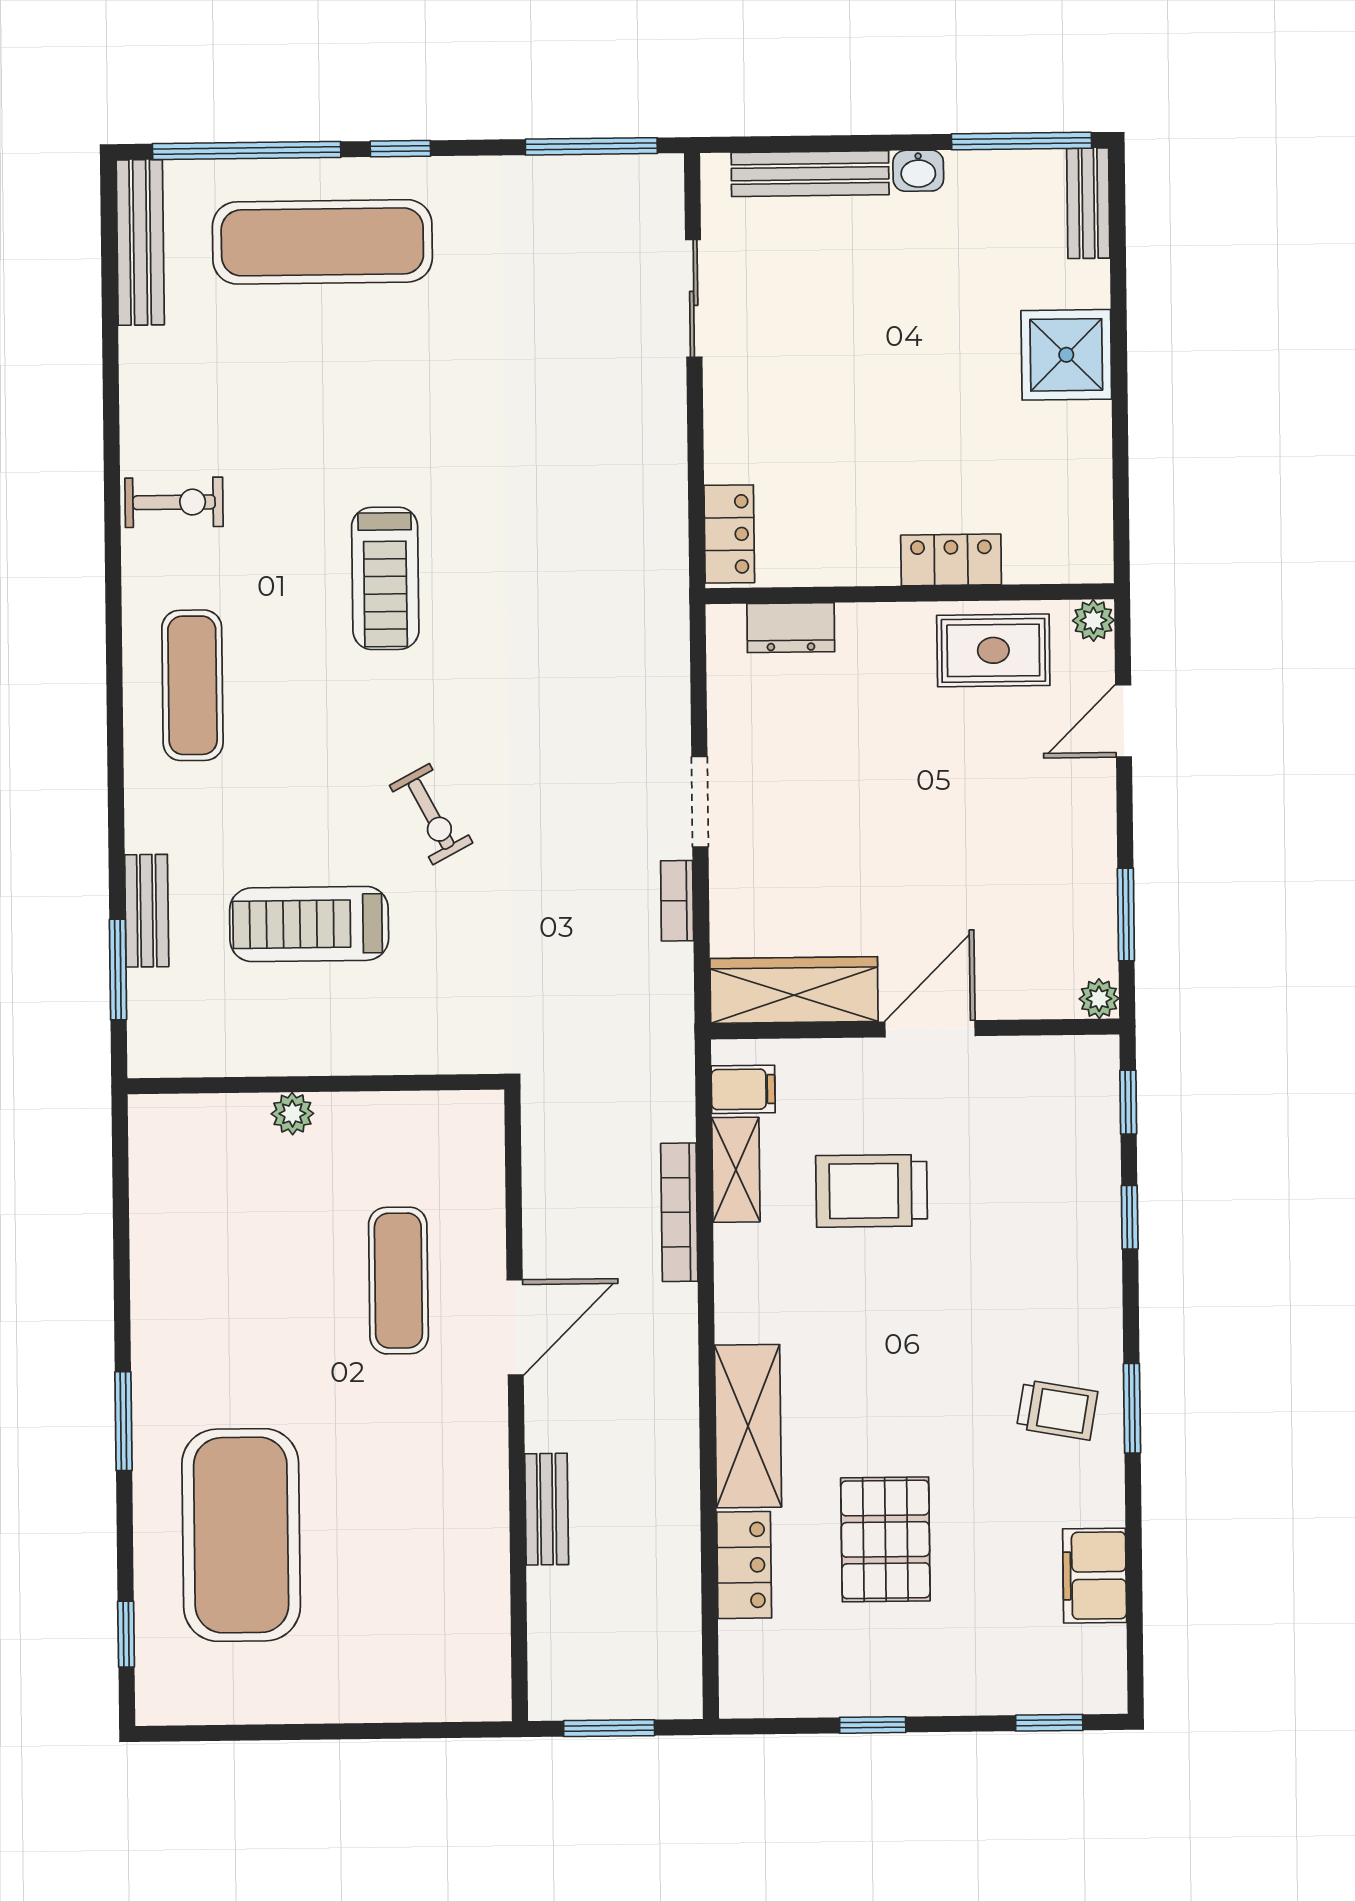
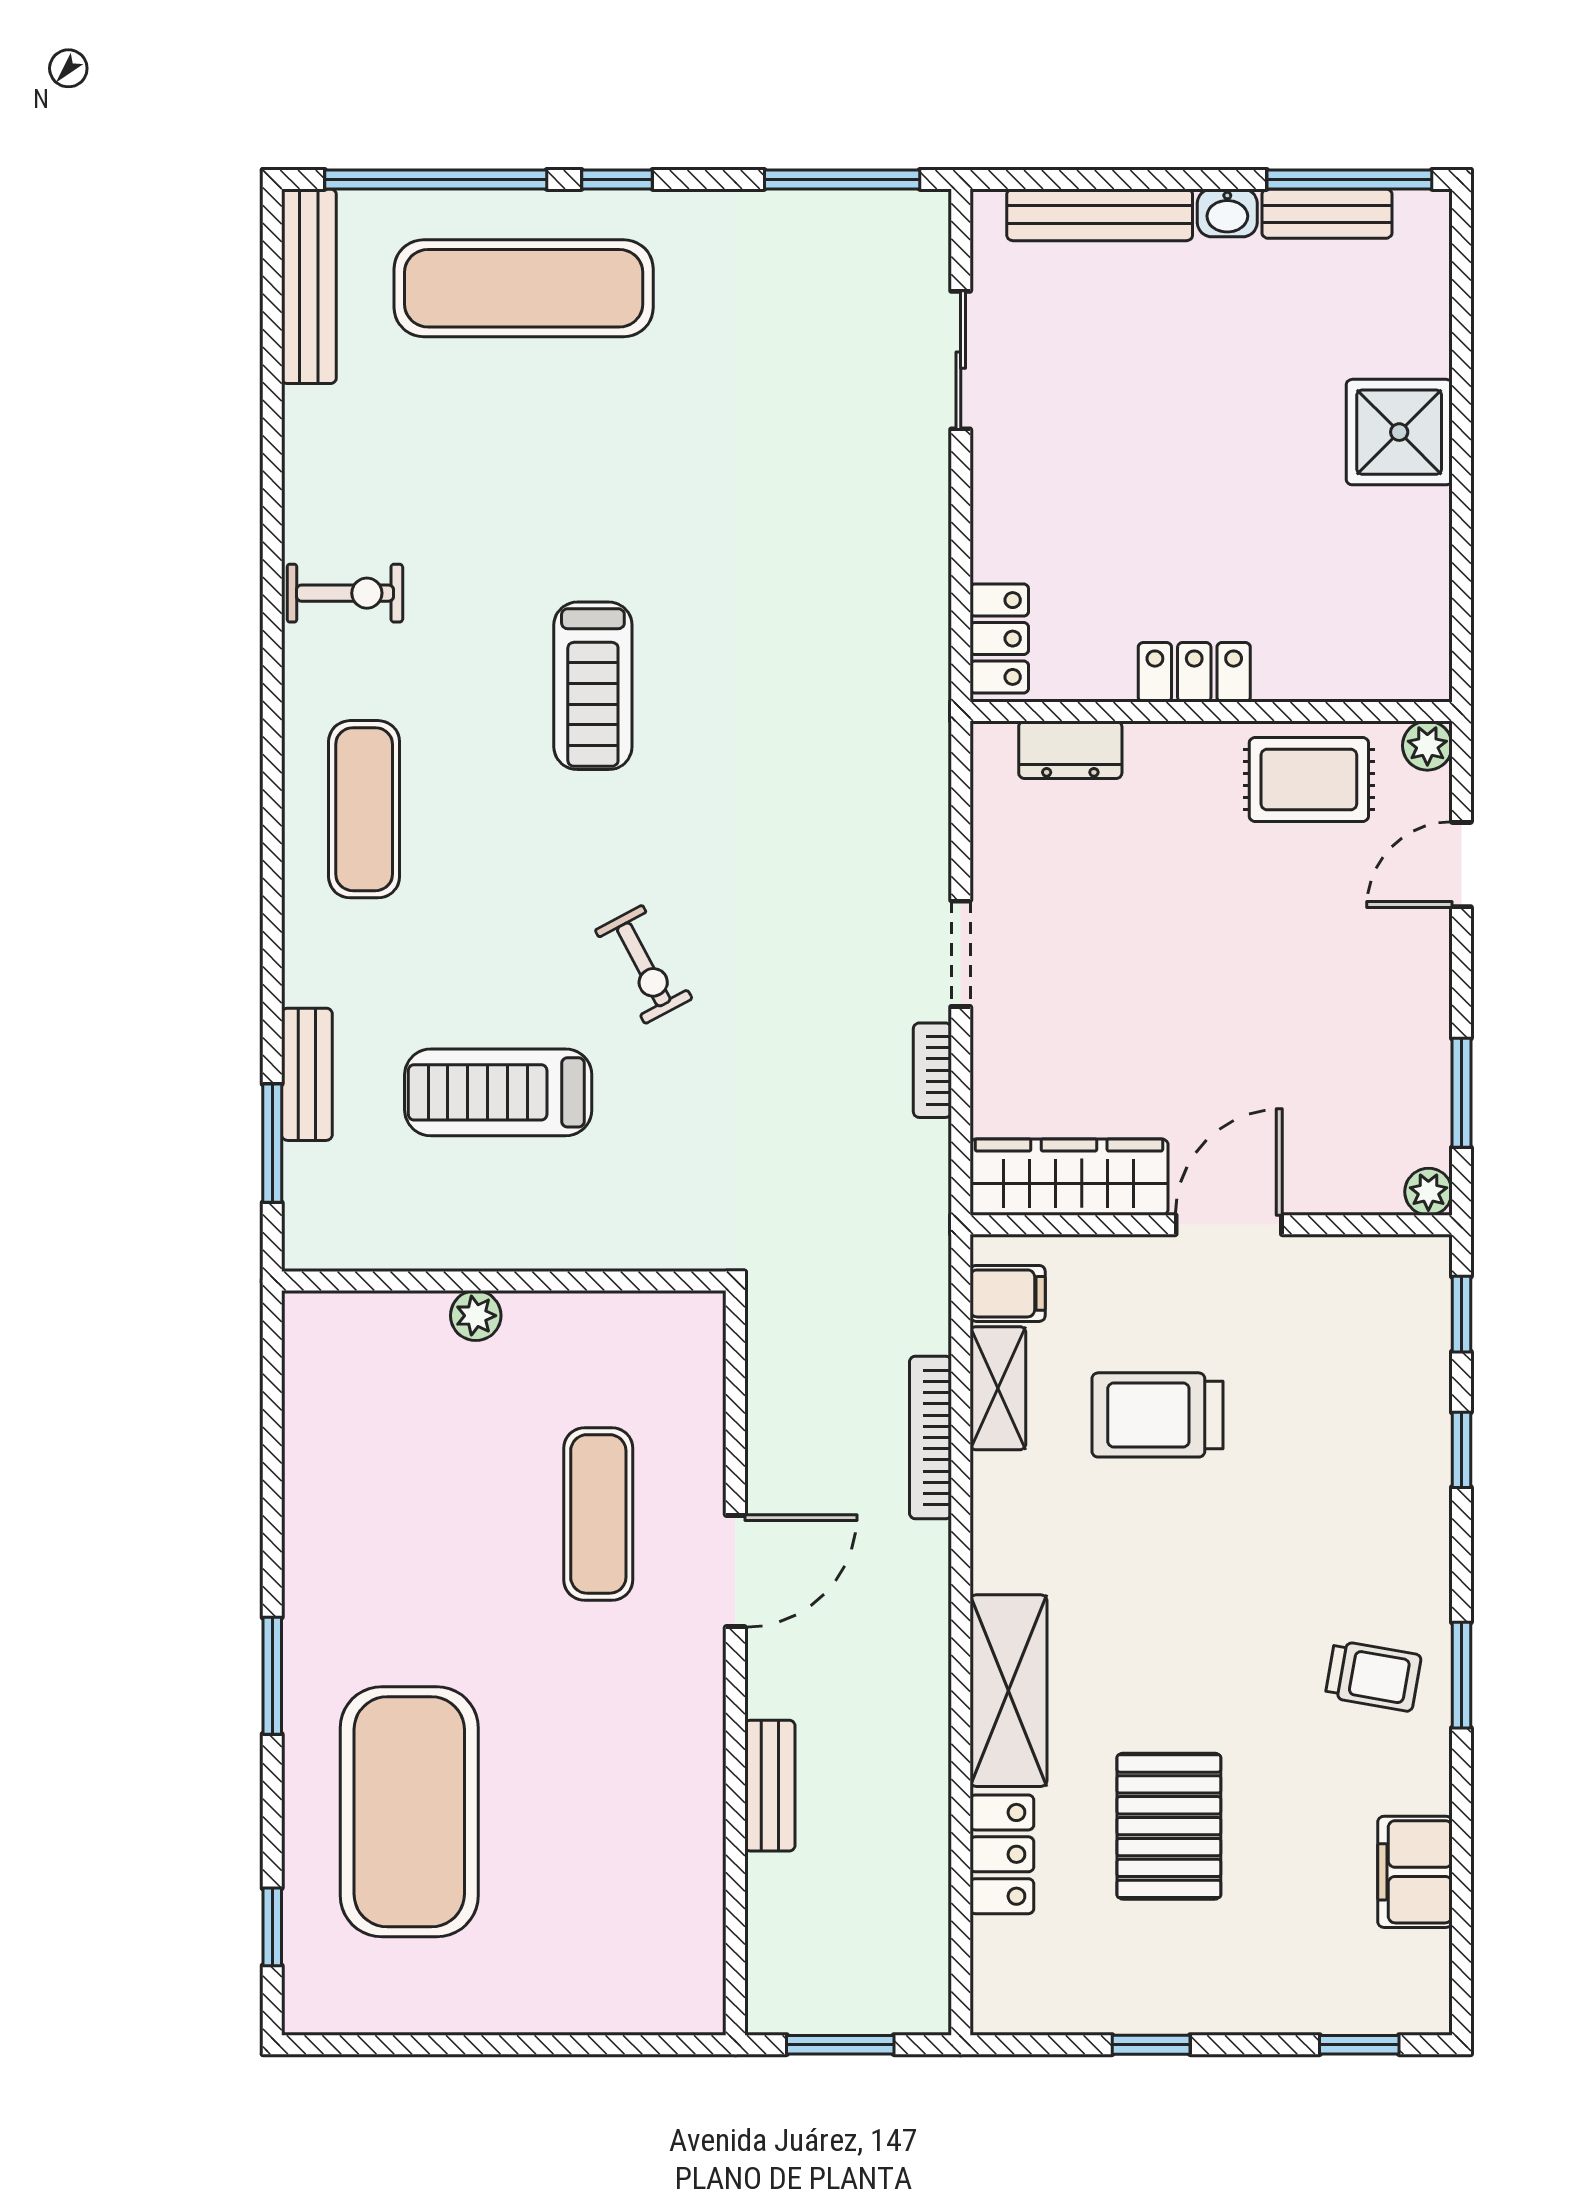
bench: (1088, 203) -> (1327, 214), moved, turned 90
locker: (951, 560) -> (1194, 672), moved

